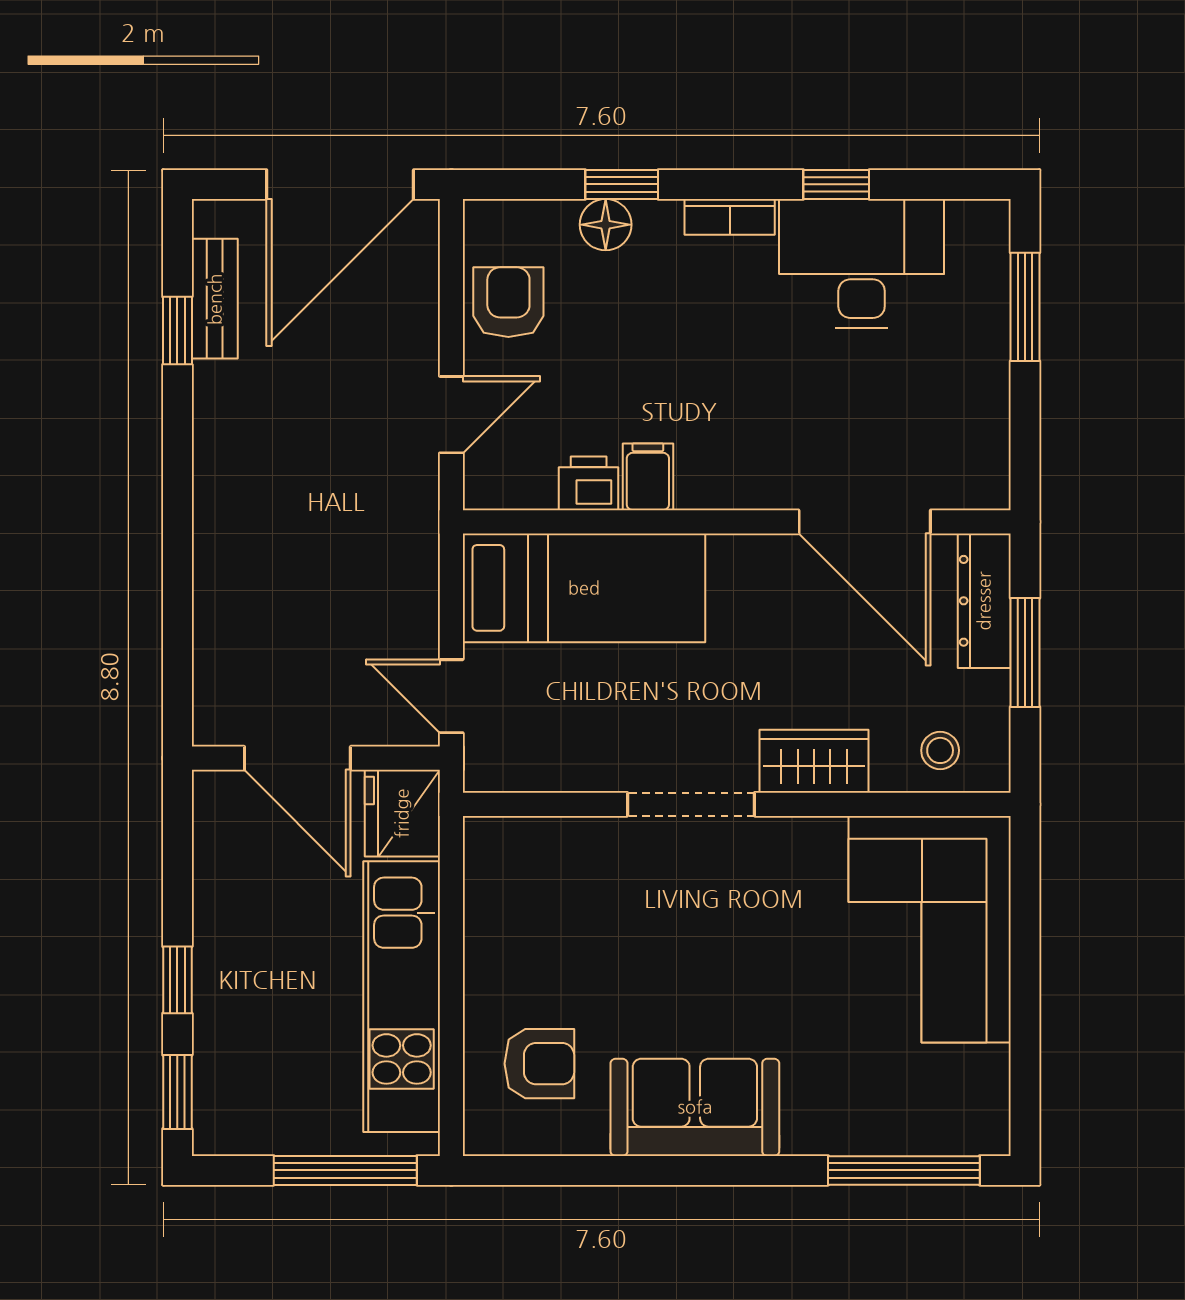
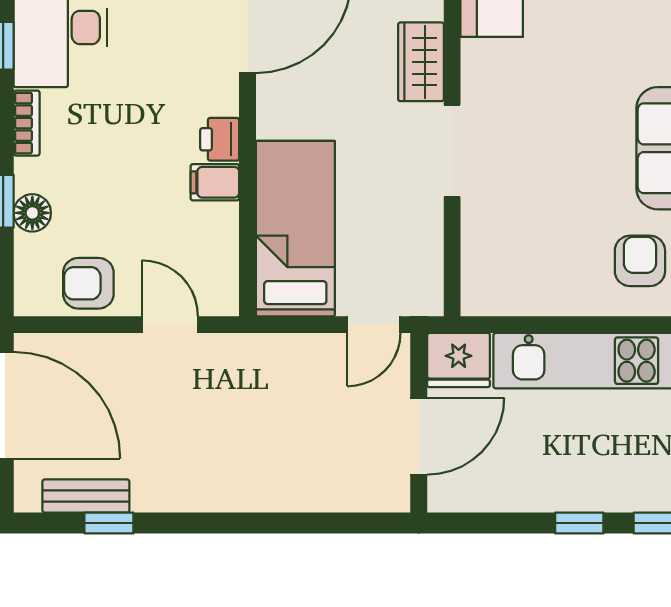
printer: (589, 483) -> (220, 139), moved

